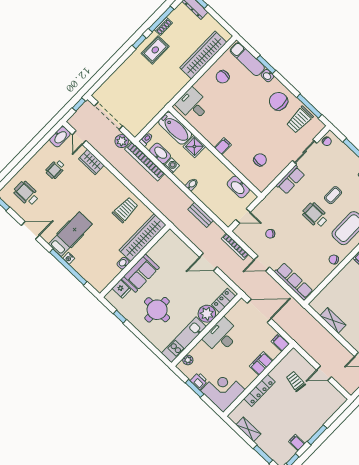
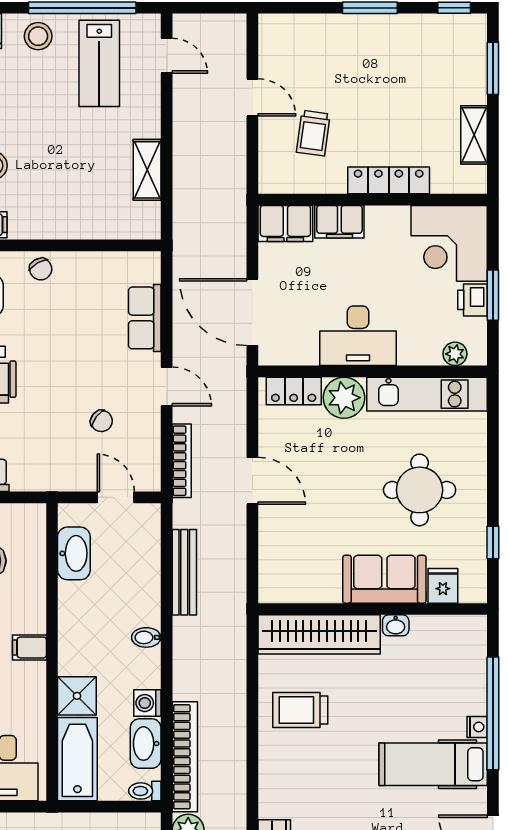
bench: (201, 215) -> (184, 572), width x1.36
row of seats: (294, 281) -> (145, 318), width x0.68
filing cabinet: (280, 343) -> (285, 223), width x2.00
filing cabinet: (297, 443) -> (417, 30), removed

